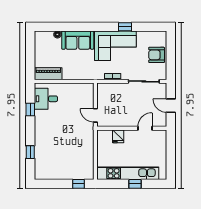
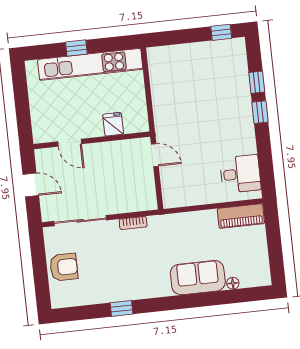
corner sofa: (115, 46) -> (134, 275), removed
window: (30, 110) -> (260, 112), moved
door: (145, 128) -> (70, 143), hinge flipped
window: (79, 184) -> (221, 32), moved

